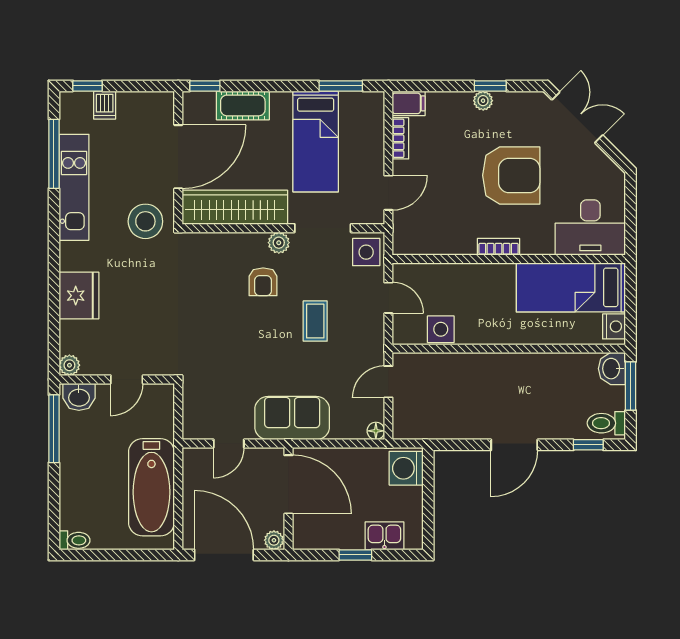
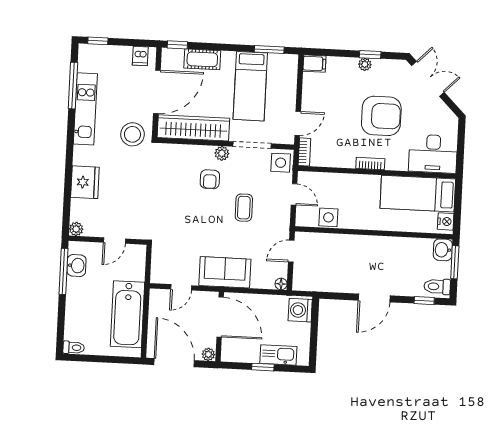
dishwasher: (105, 105) -> (140, 56), moved
bookcase: (400, 138) -> (304, 152), moved
washbasin: (79, 397) -> (77, 266), moved, turned -90
kitchen sink: (384, 536) -> (278, 355), width x1.38

